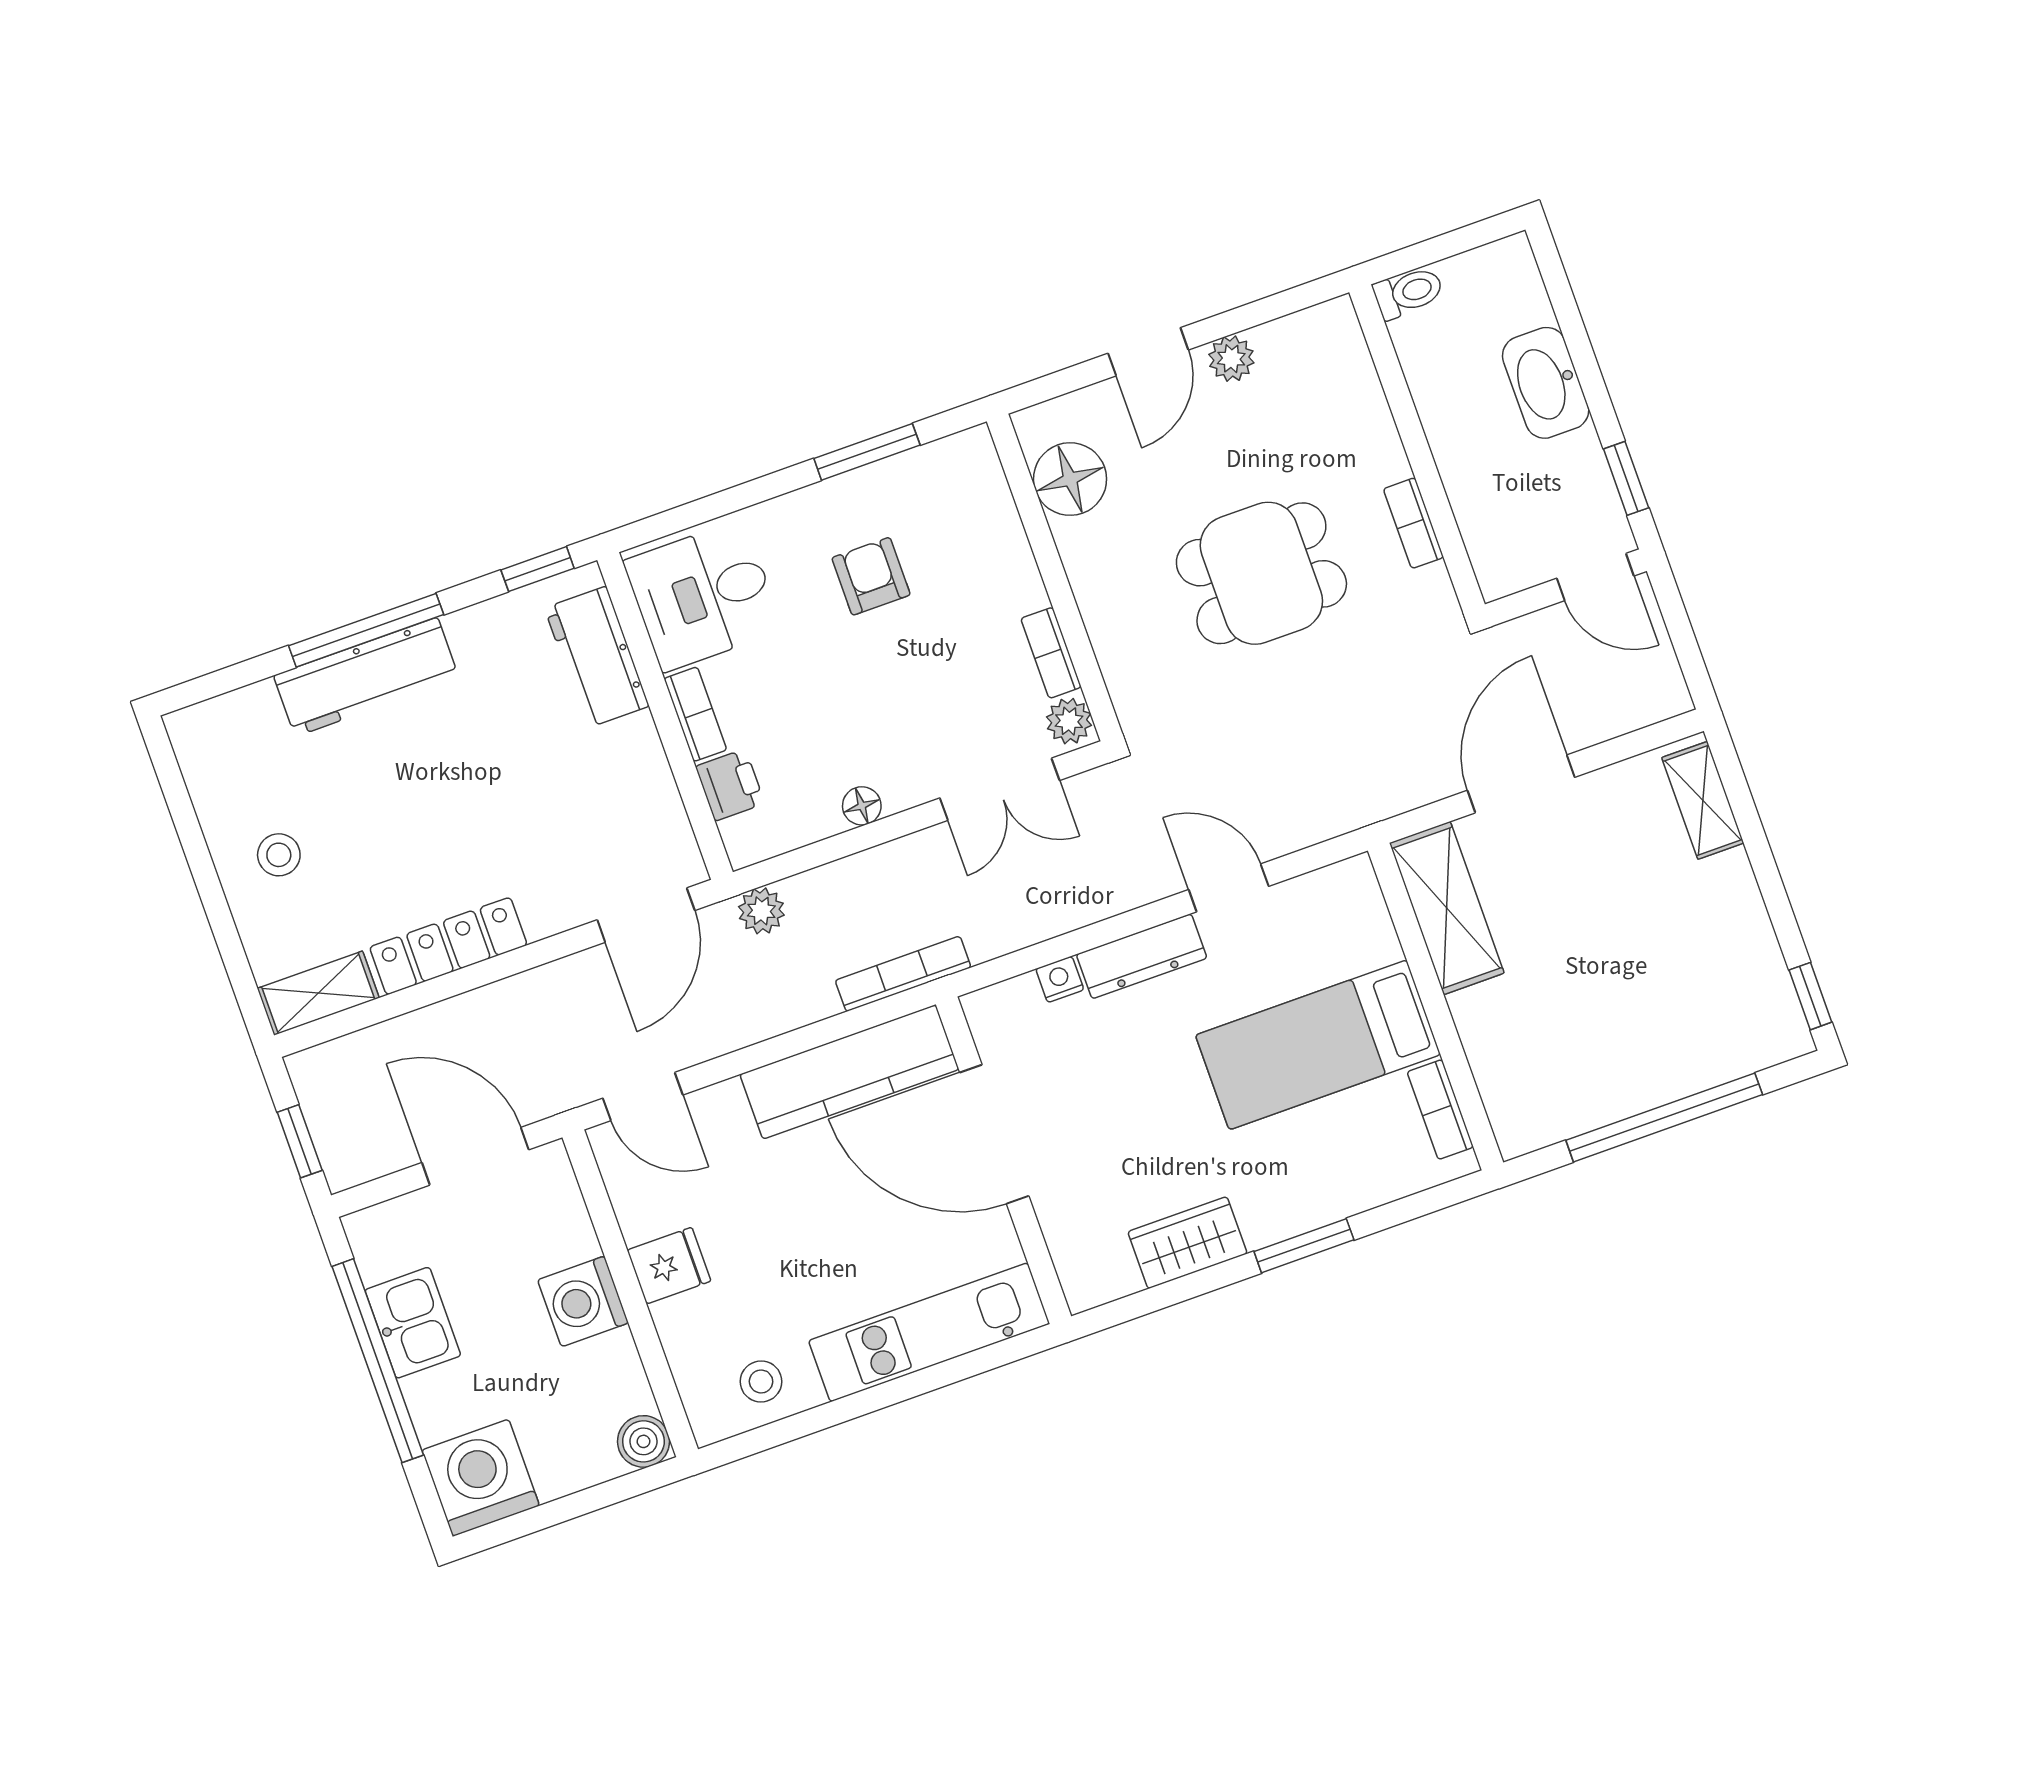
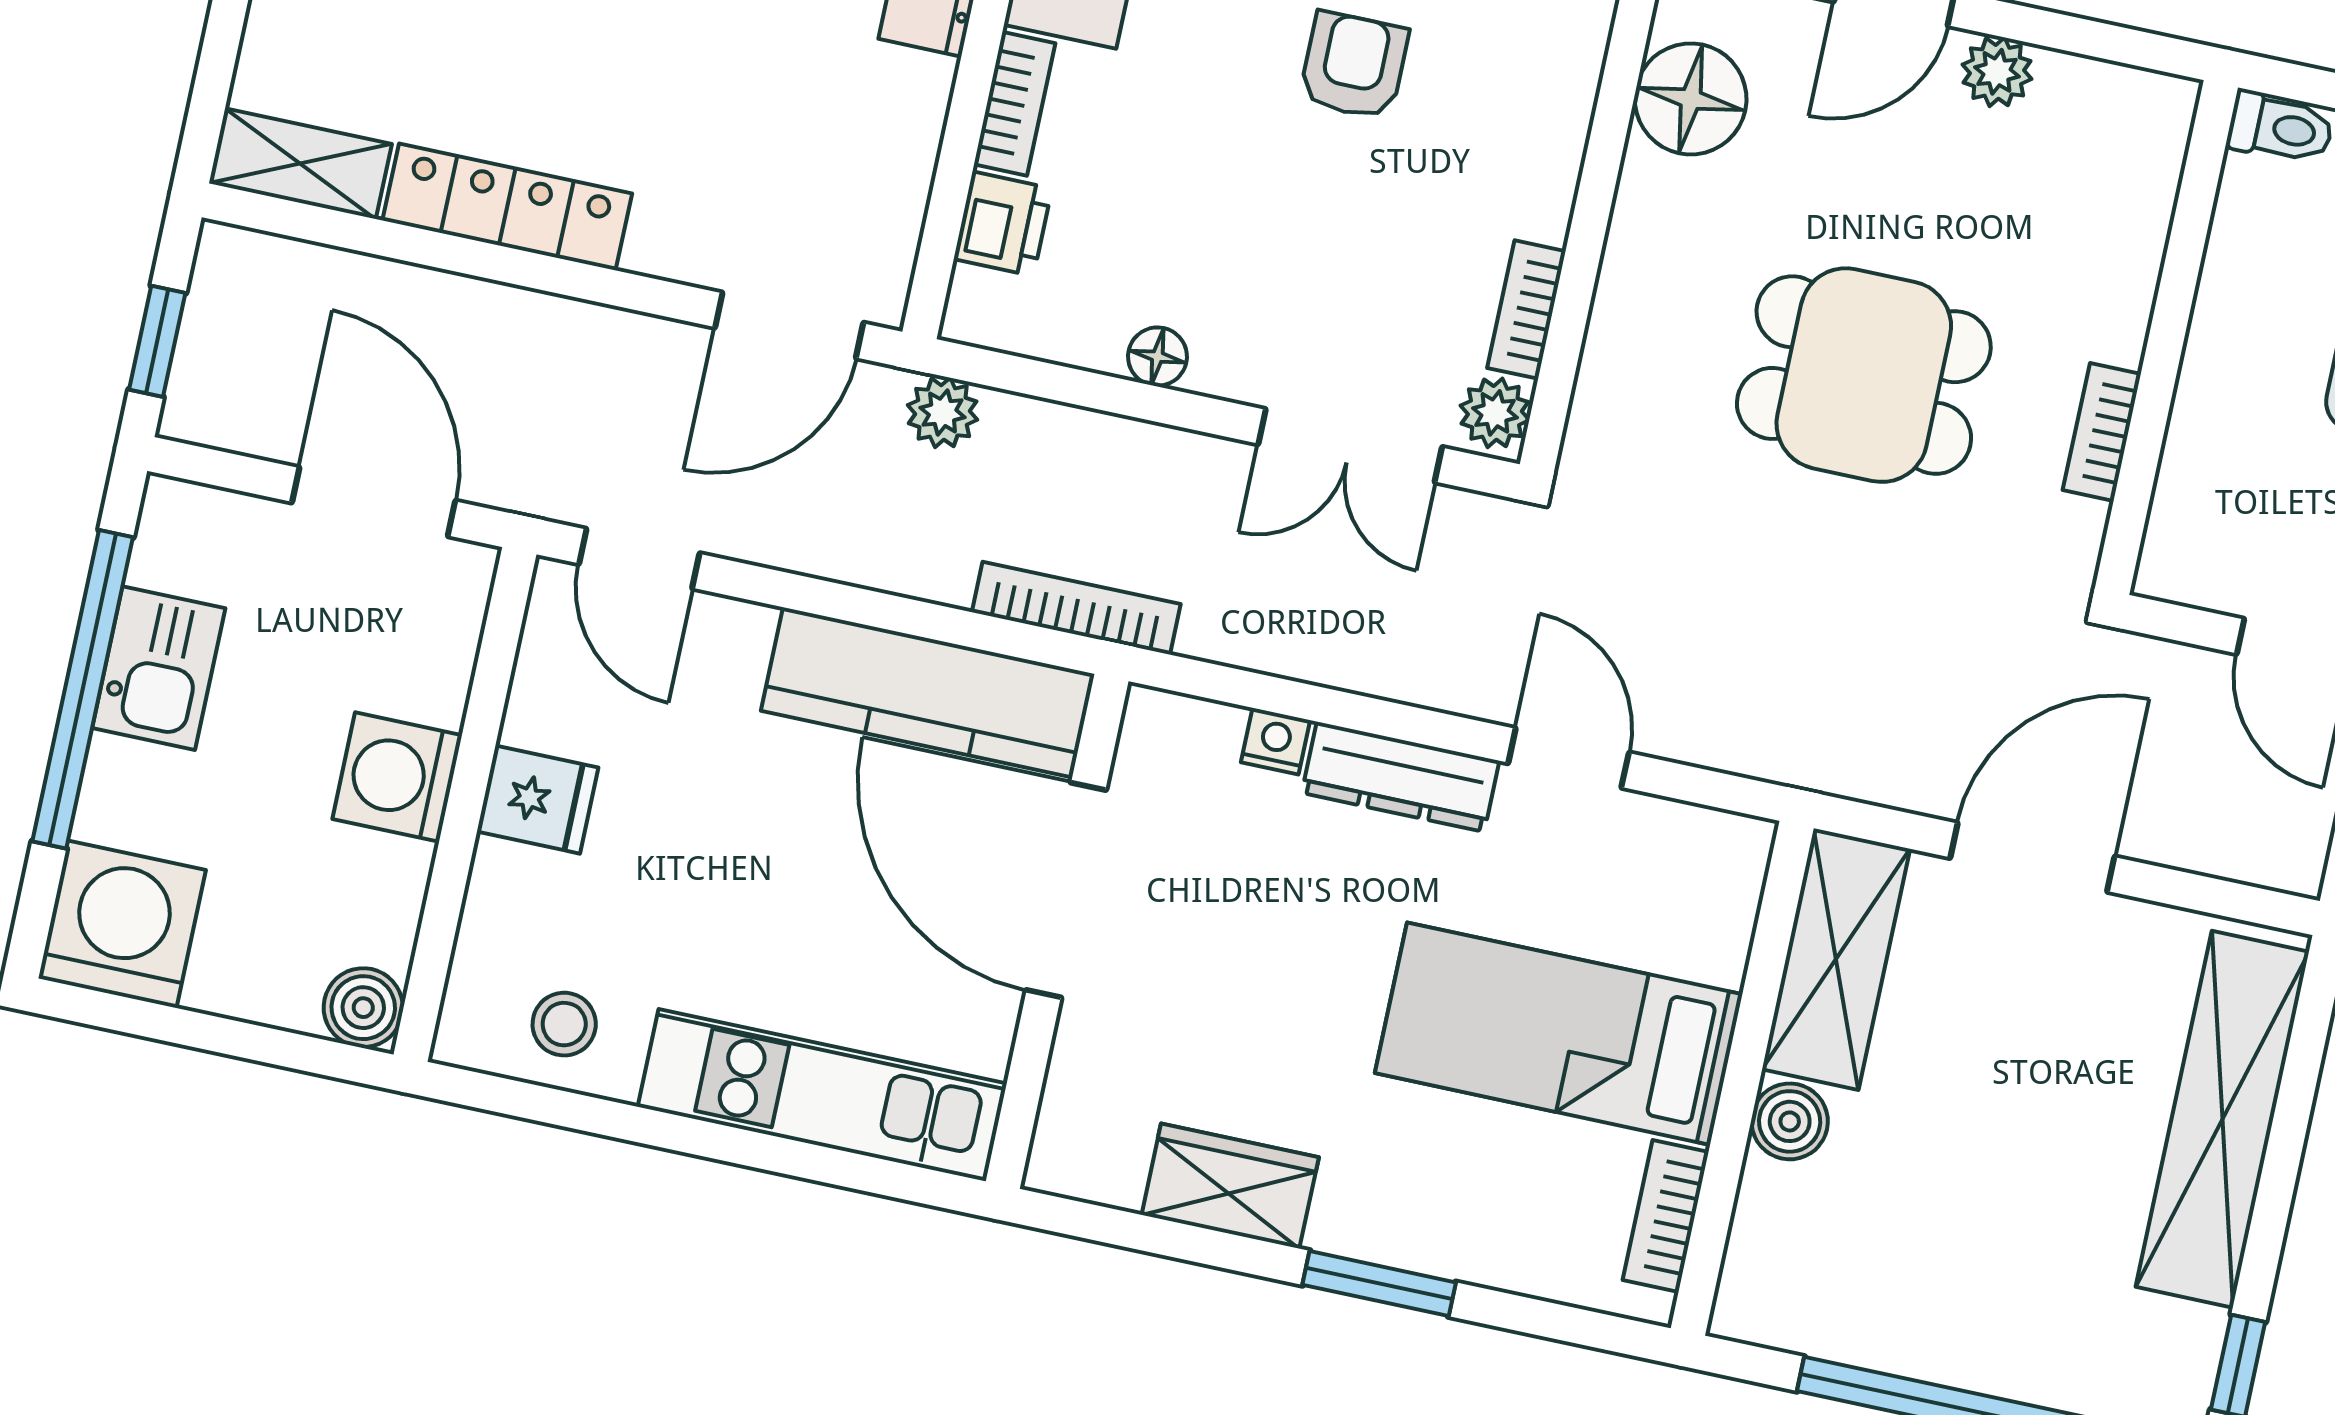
shelving: (1703, 800) -> (2222, 1119), width x2.20, depth x1.33
boiler: (1477, 1014) -> (1790, 1121), added

